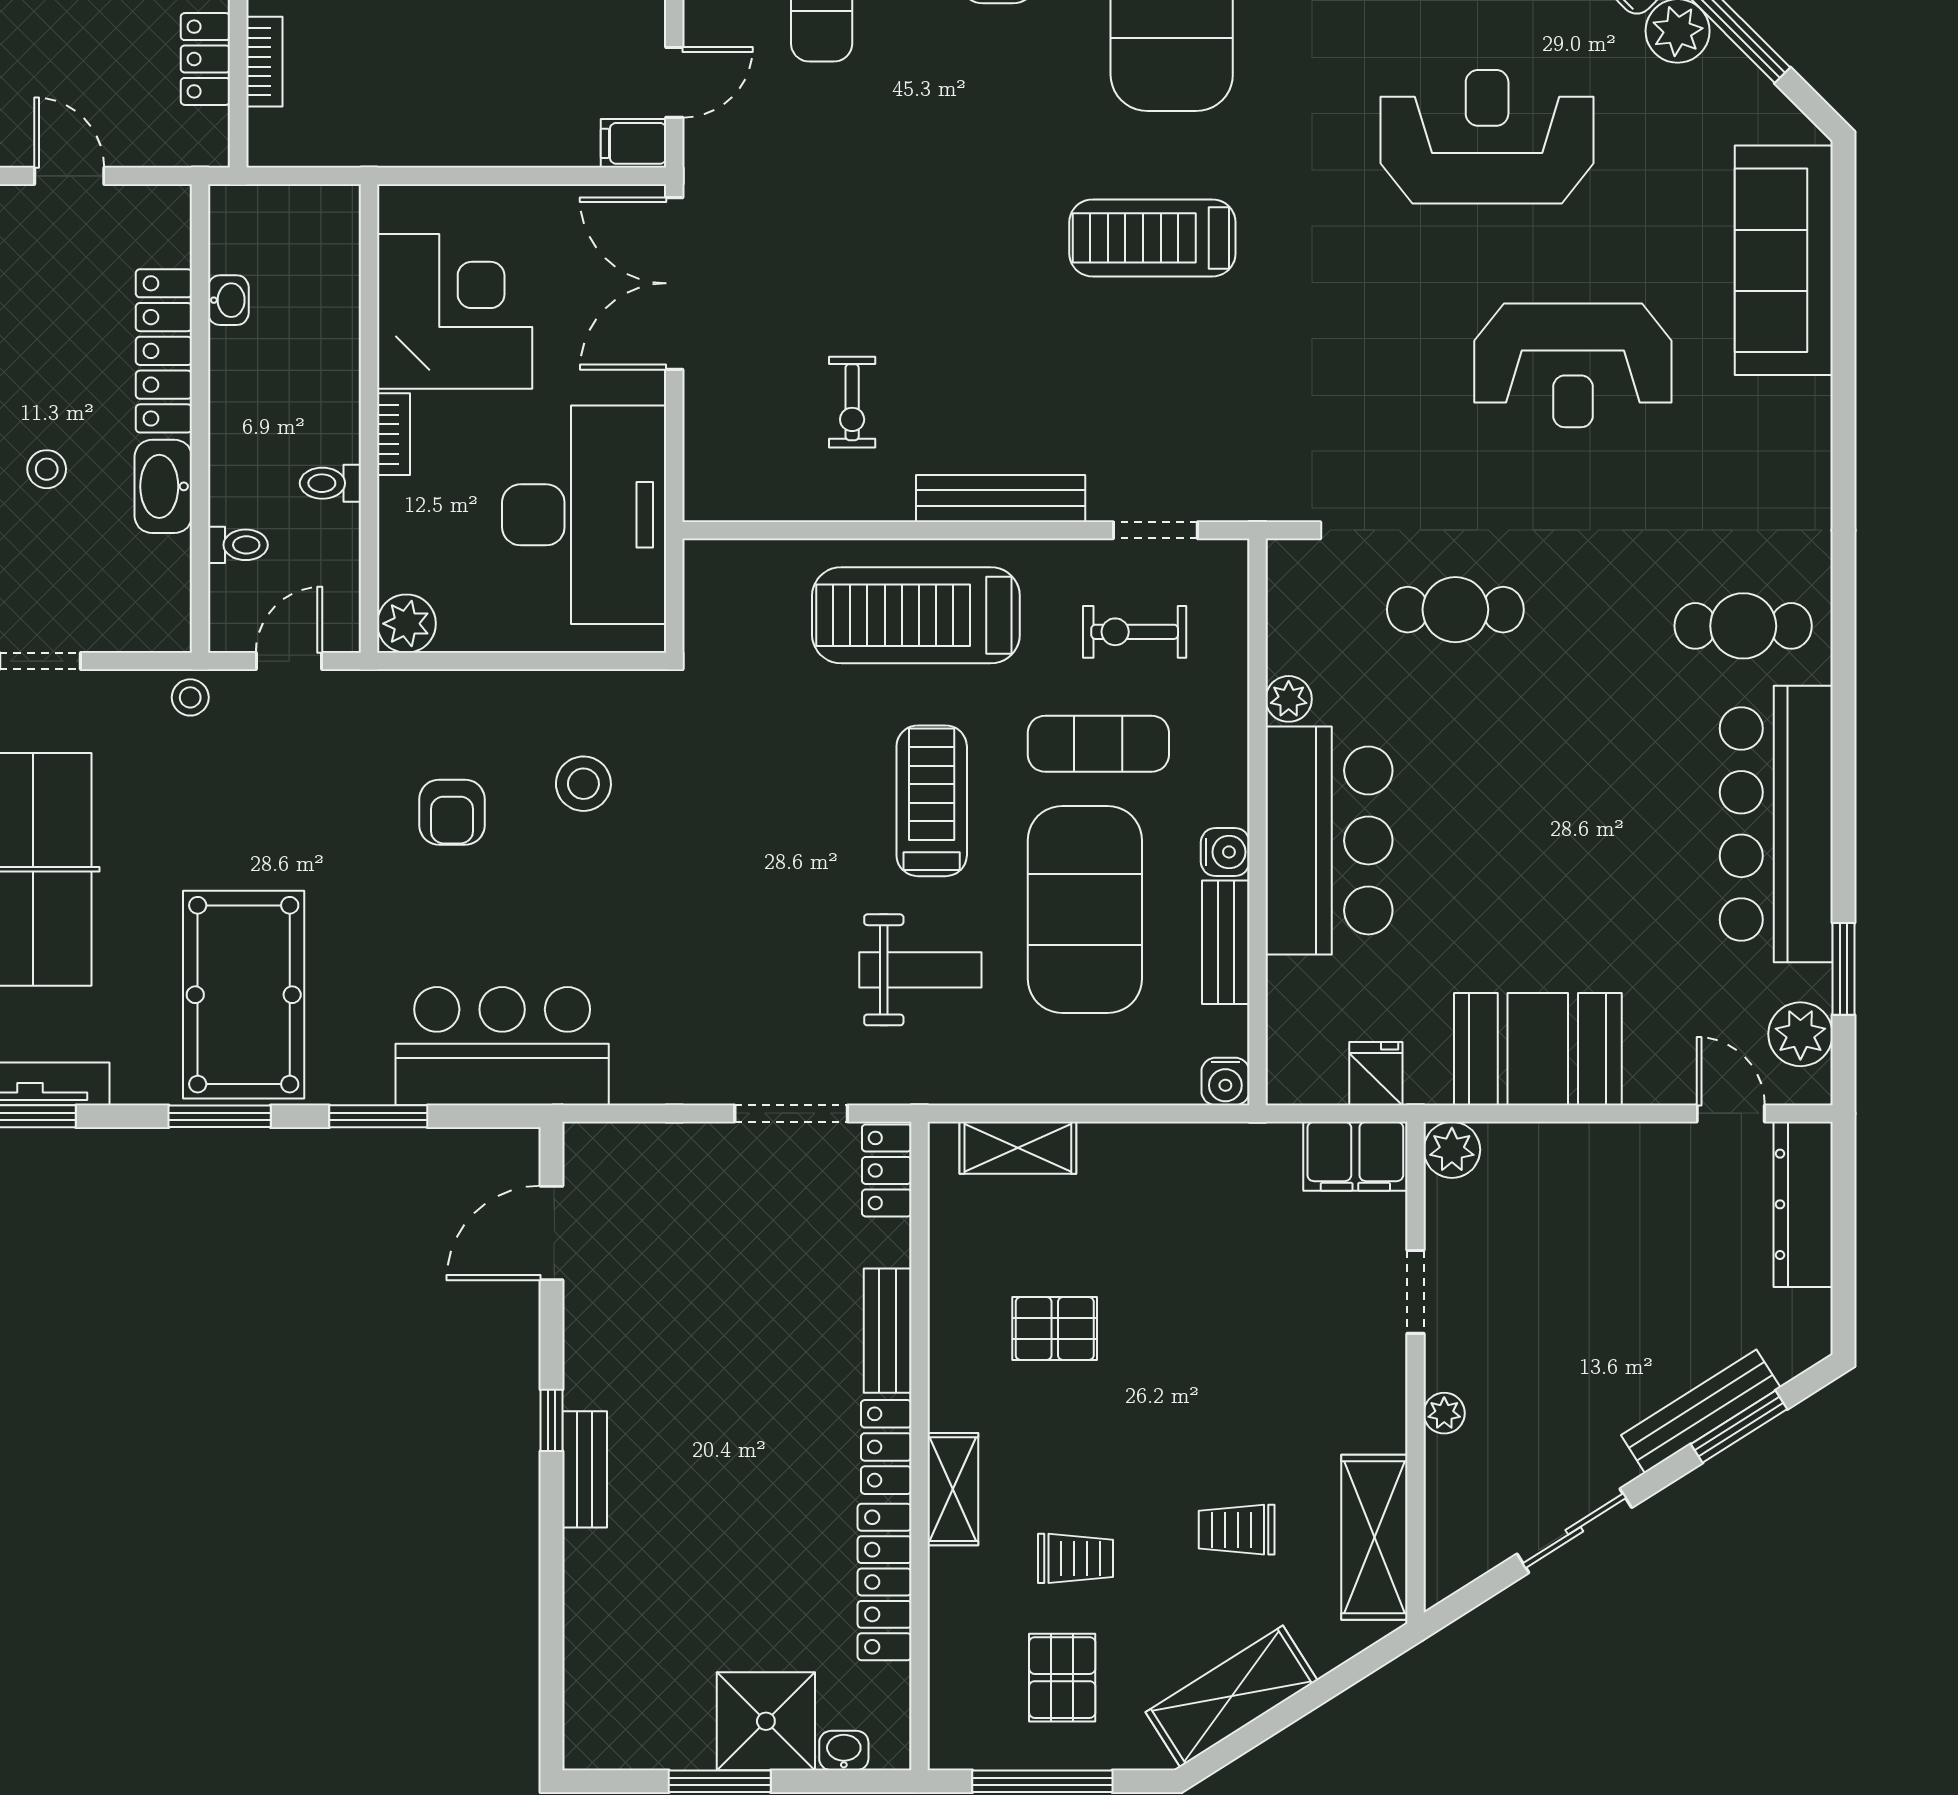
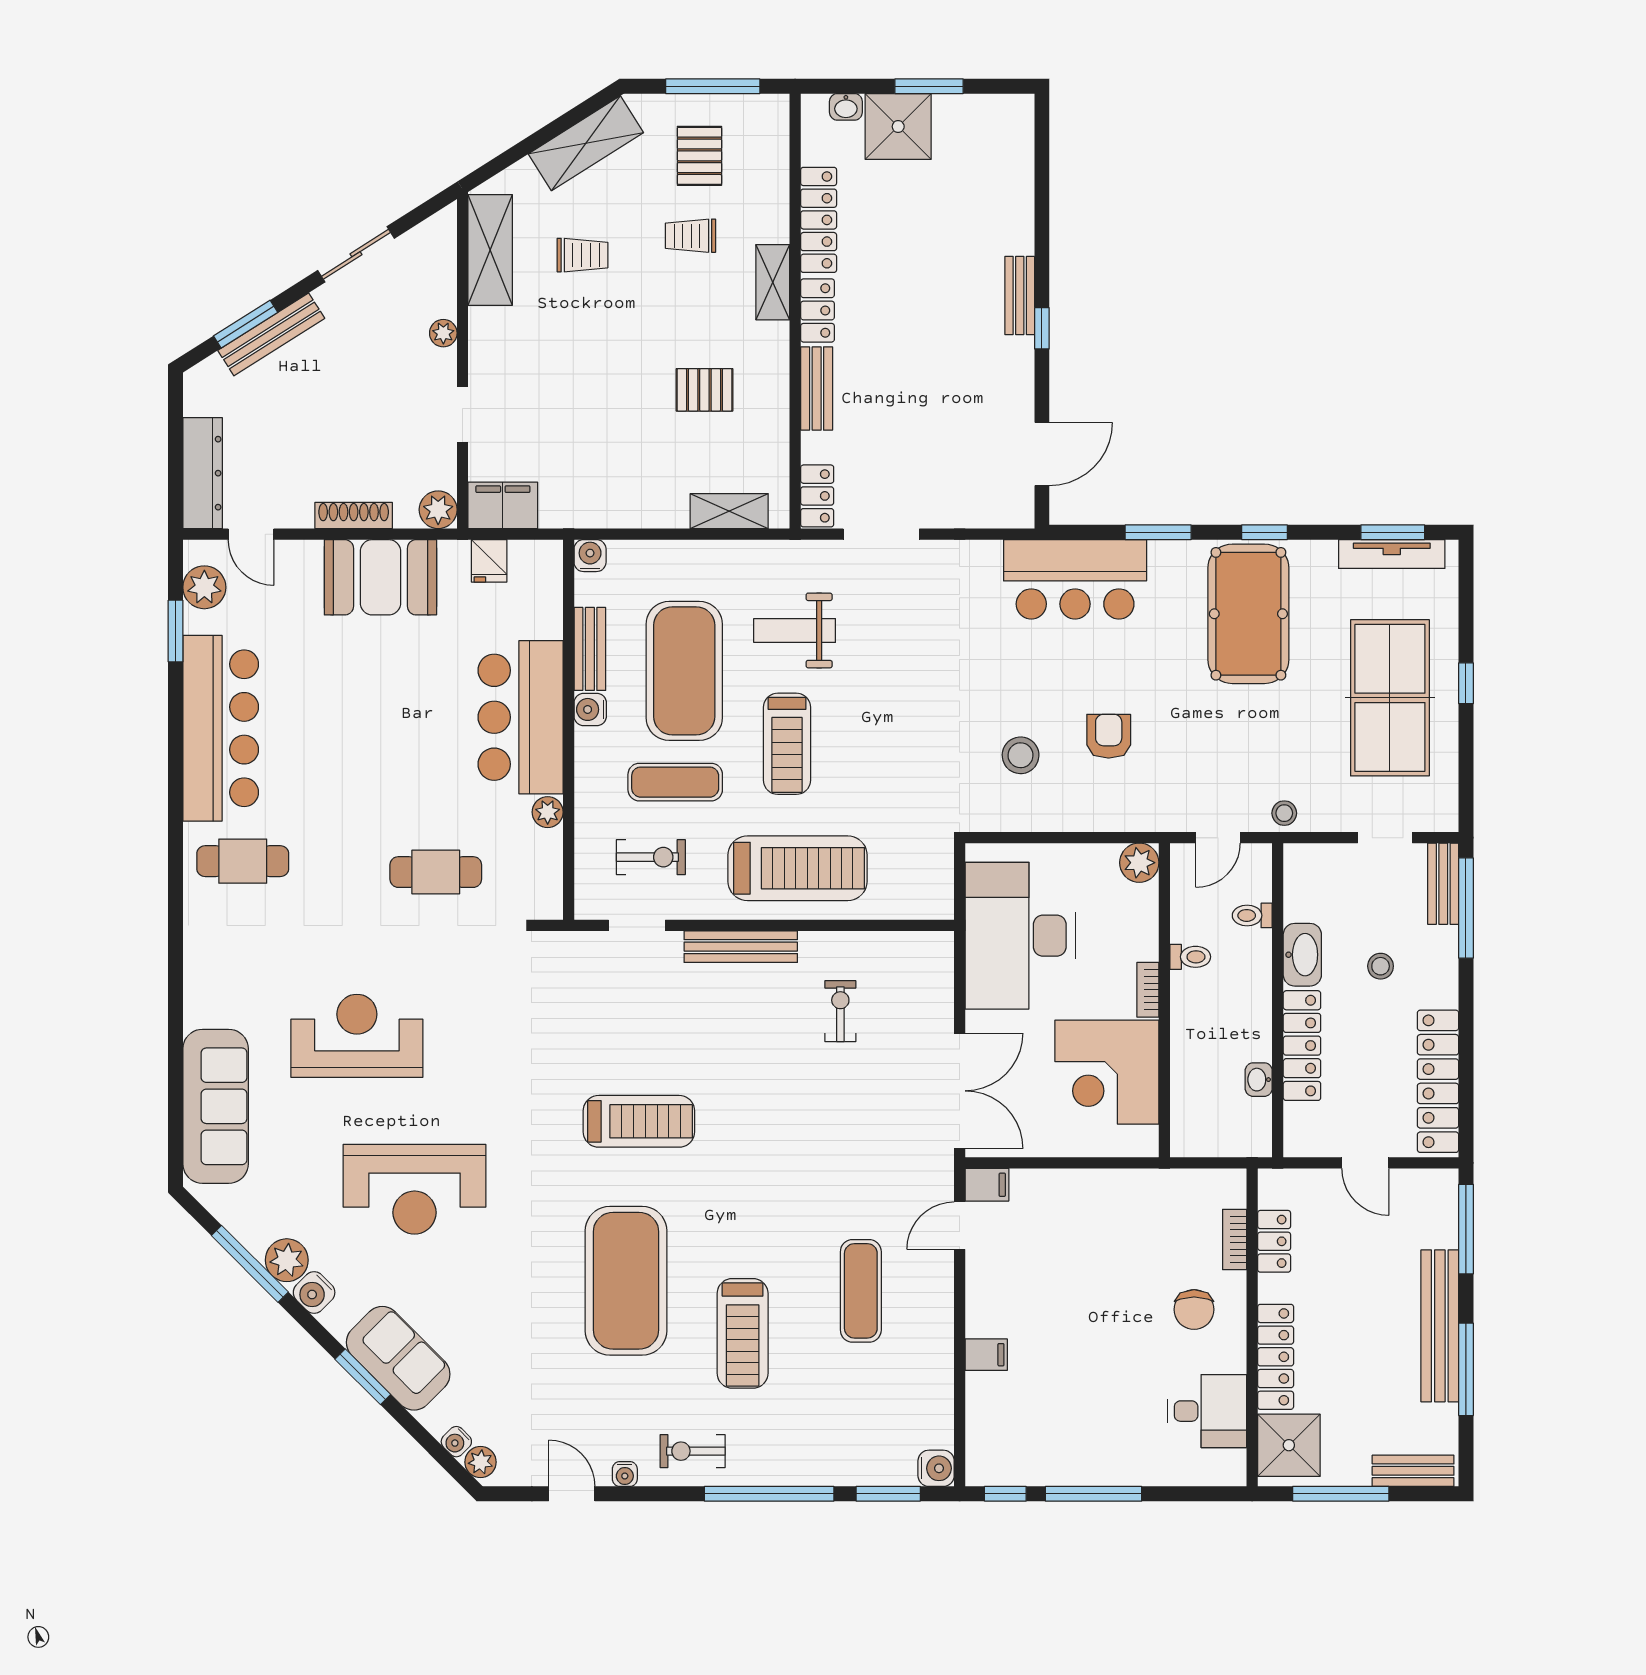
window: (220, 1116) -> (1265, 532), width x0.67
shoe rack: (1578, 1141) -> (354, 515), added

